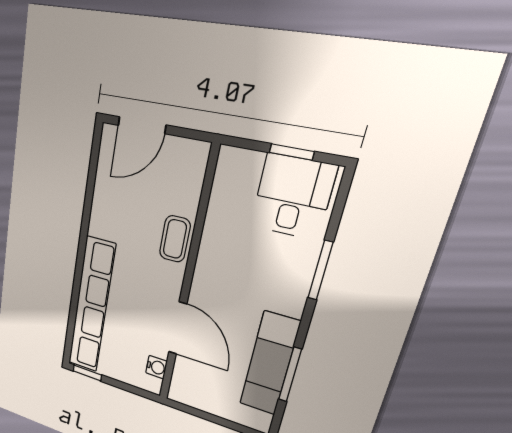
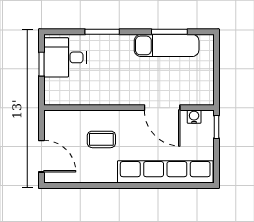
coffee table: (175, 239) -> (101, 139), moved
door: (178, 328) -> (162, 108), swing flipped
window: (87, 373) -> (216, 127), moved

